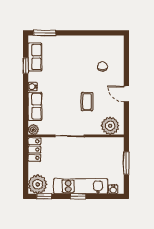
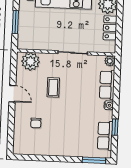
locker: (34, 150) -> (110, 28), moved

